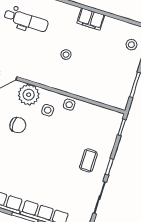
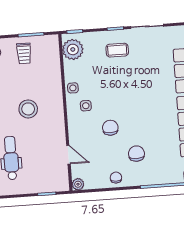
stool: (66, 55) -> (28, 109), width x1.89, depth x1.89
trolley: (120, 71) -> (24, 53), added
plant: (29, 95) -> (73, 49), moved

